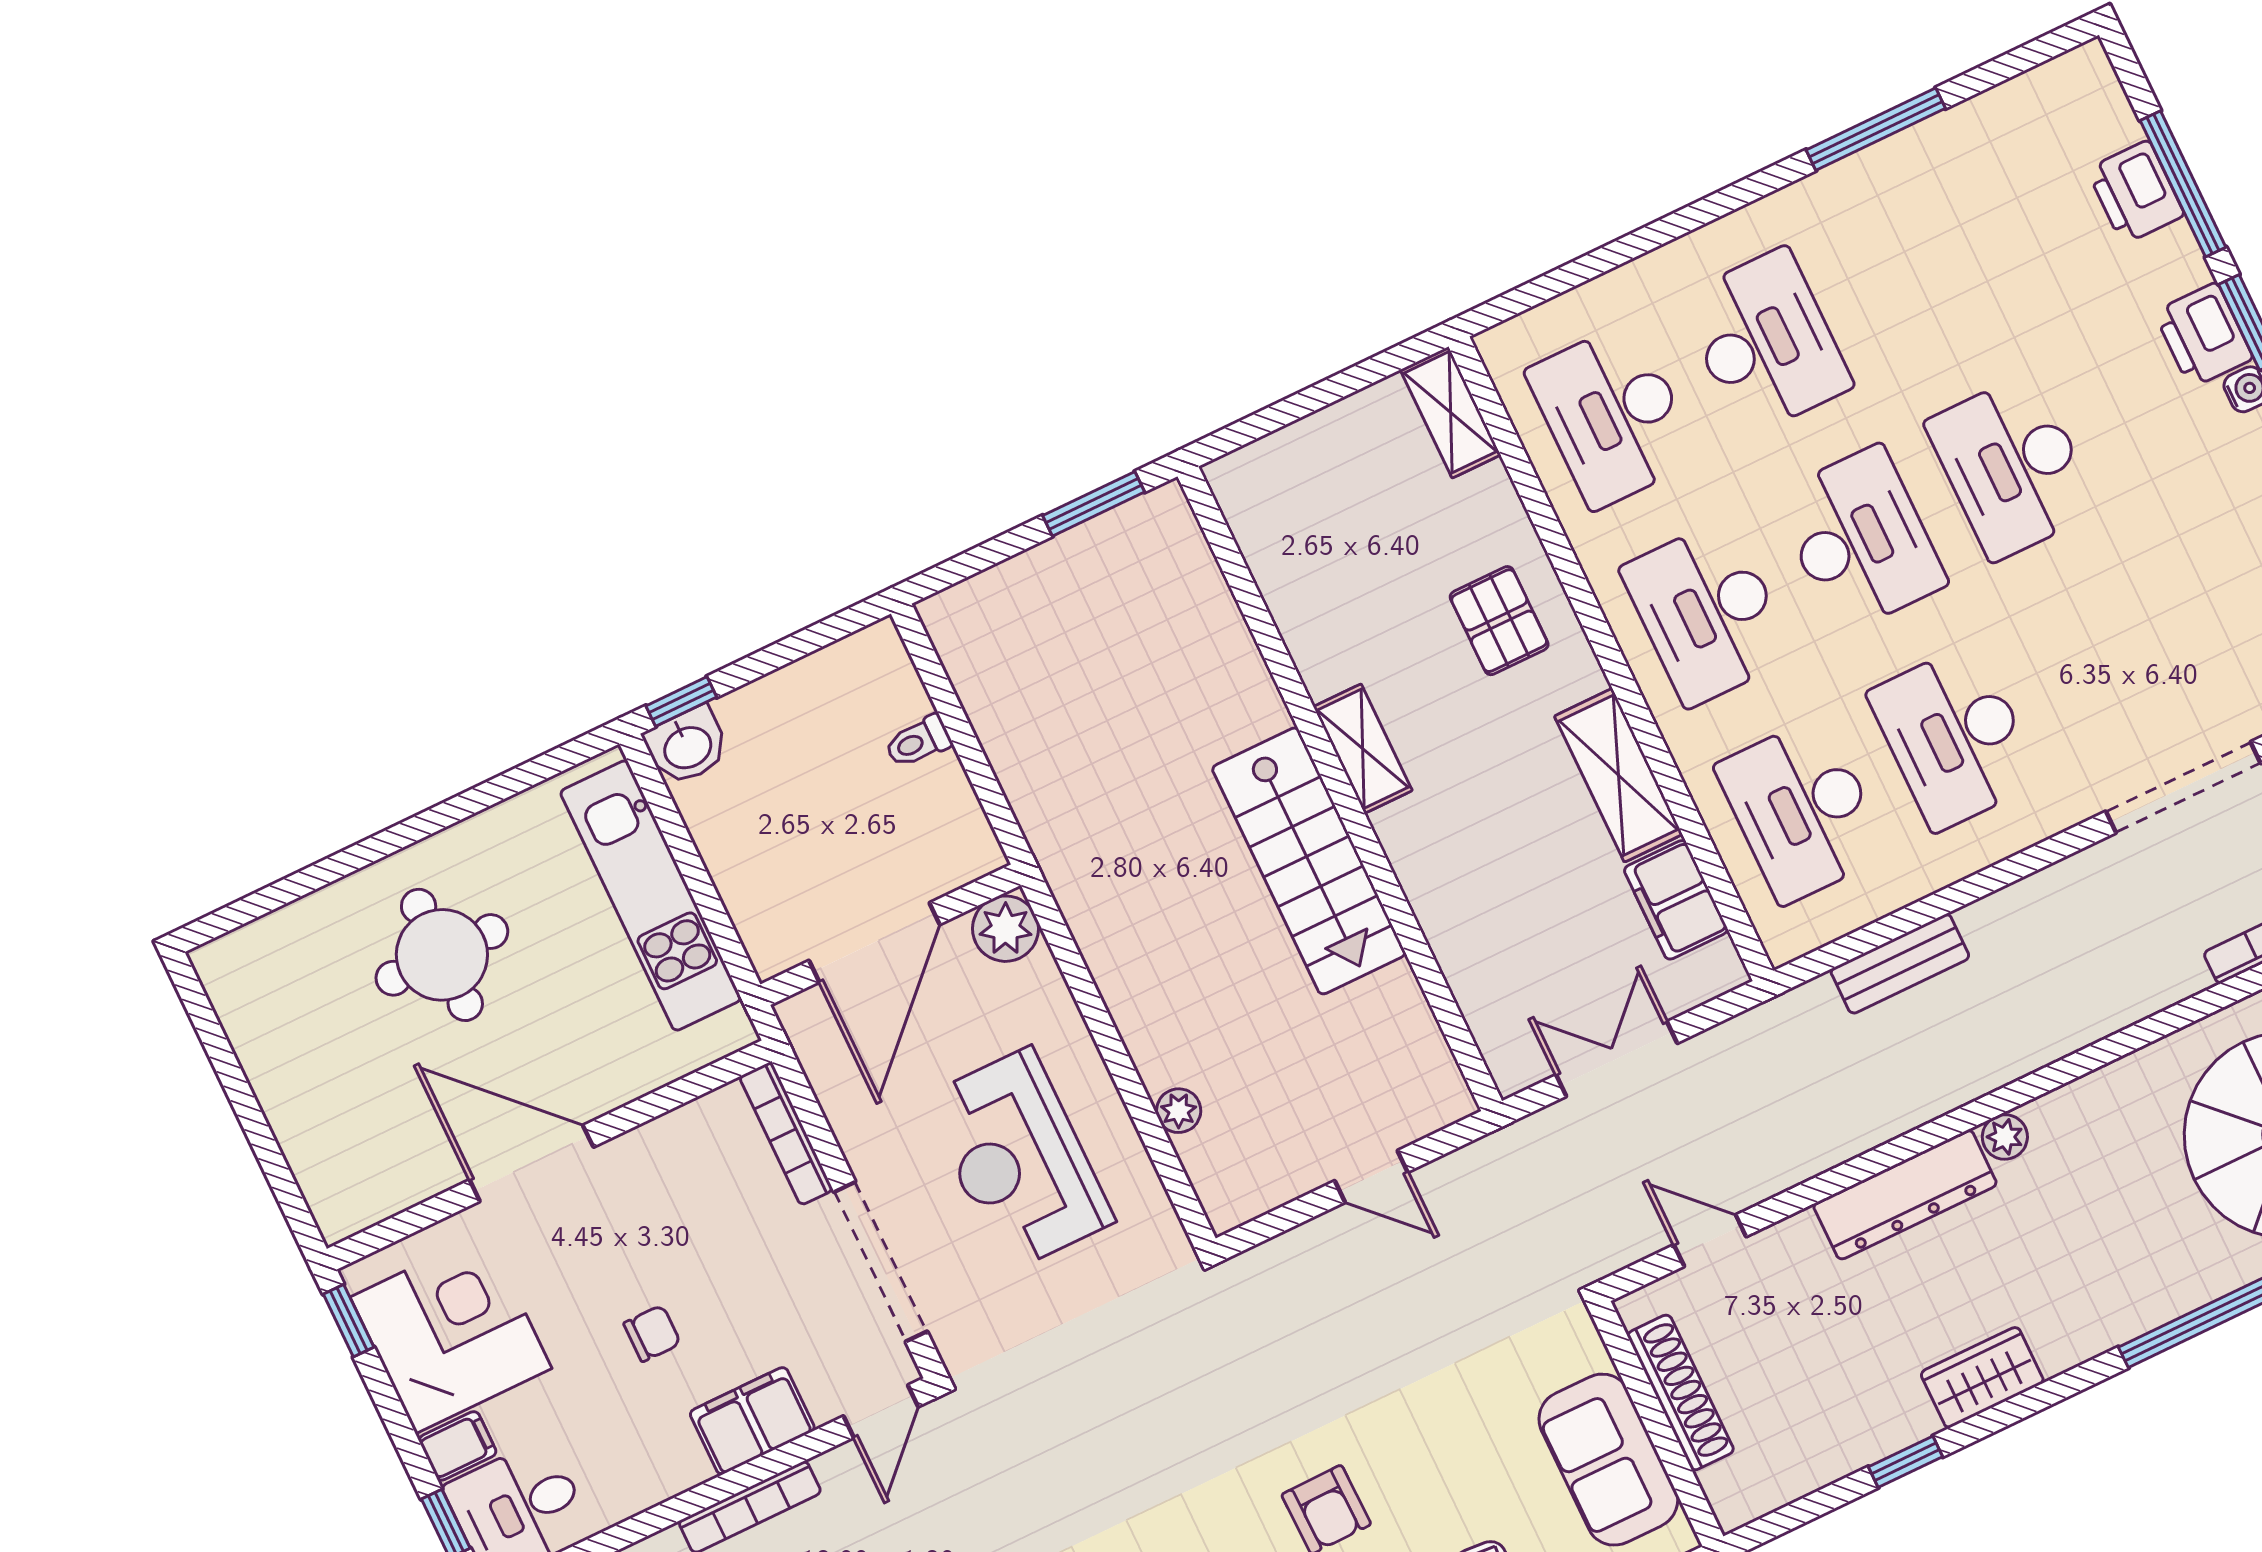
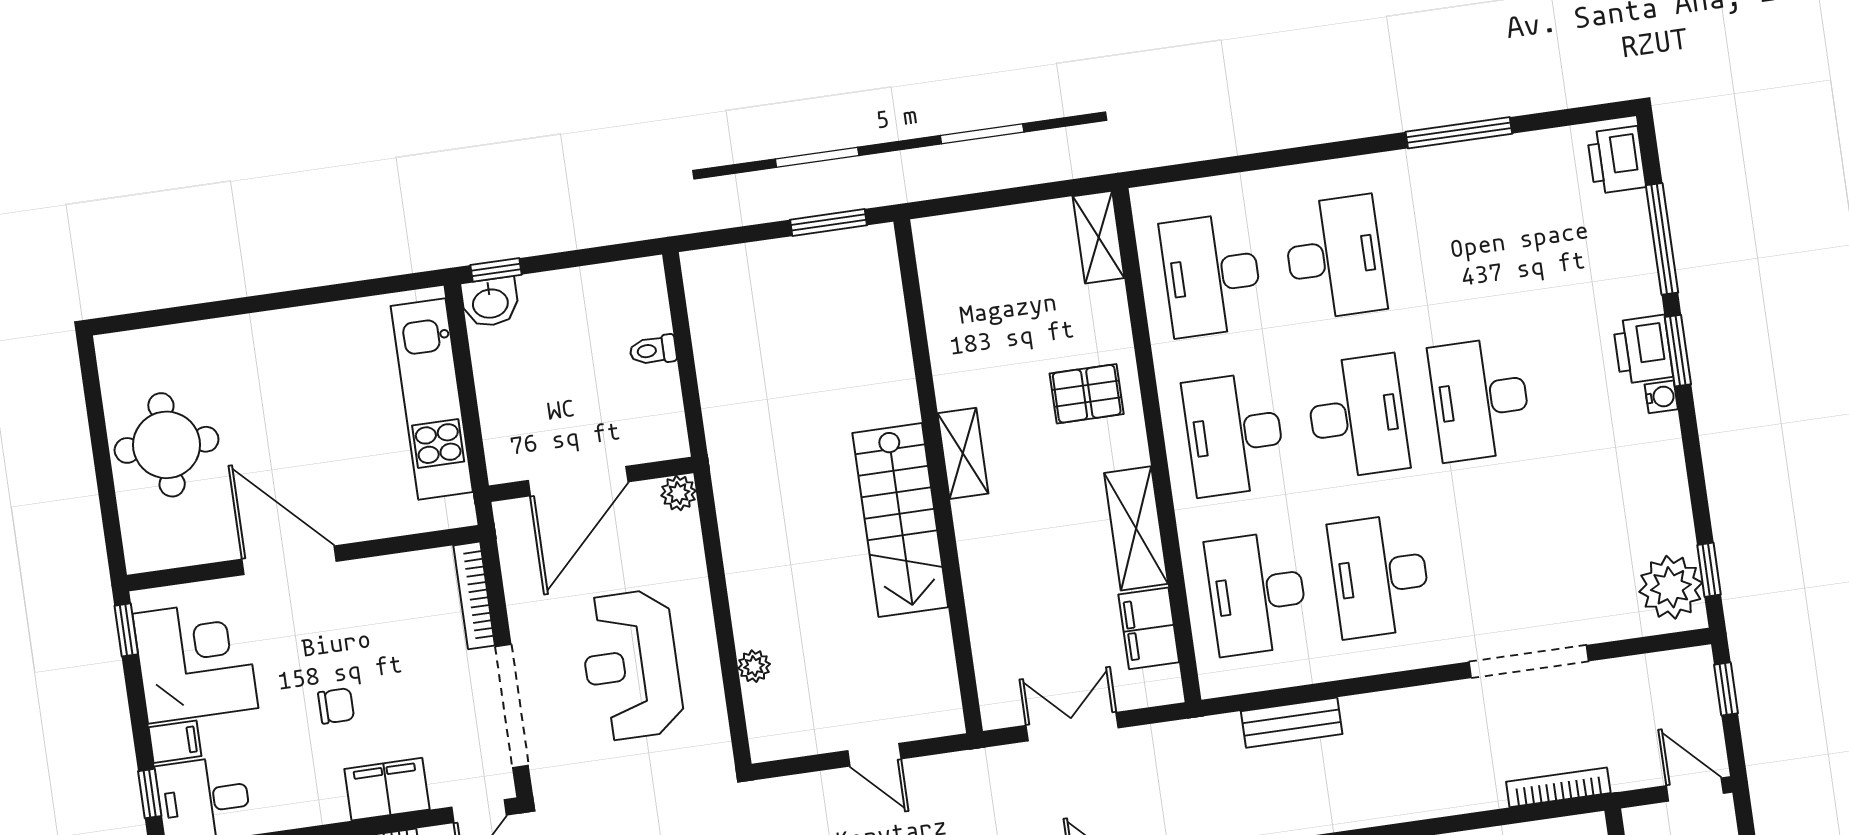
printer: (2136, 192) -> (1616, 160), moved
pallet: (1499, 621) -> (1087, 394), turned 90
plant: (1005, 929) -> (679, 493), width x0.73, depth x0.73
round table: (442, 955) -> (167, 445), moved

